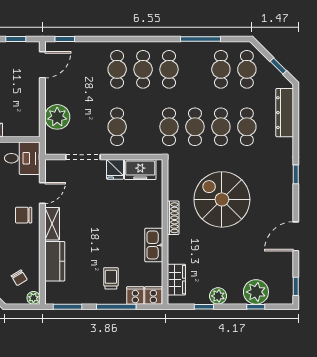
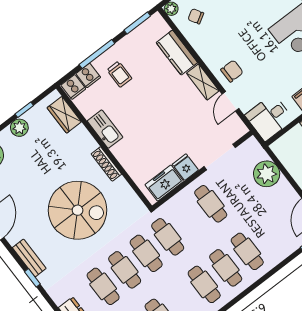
bench: (286, 191) -> (29, 258), added

